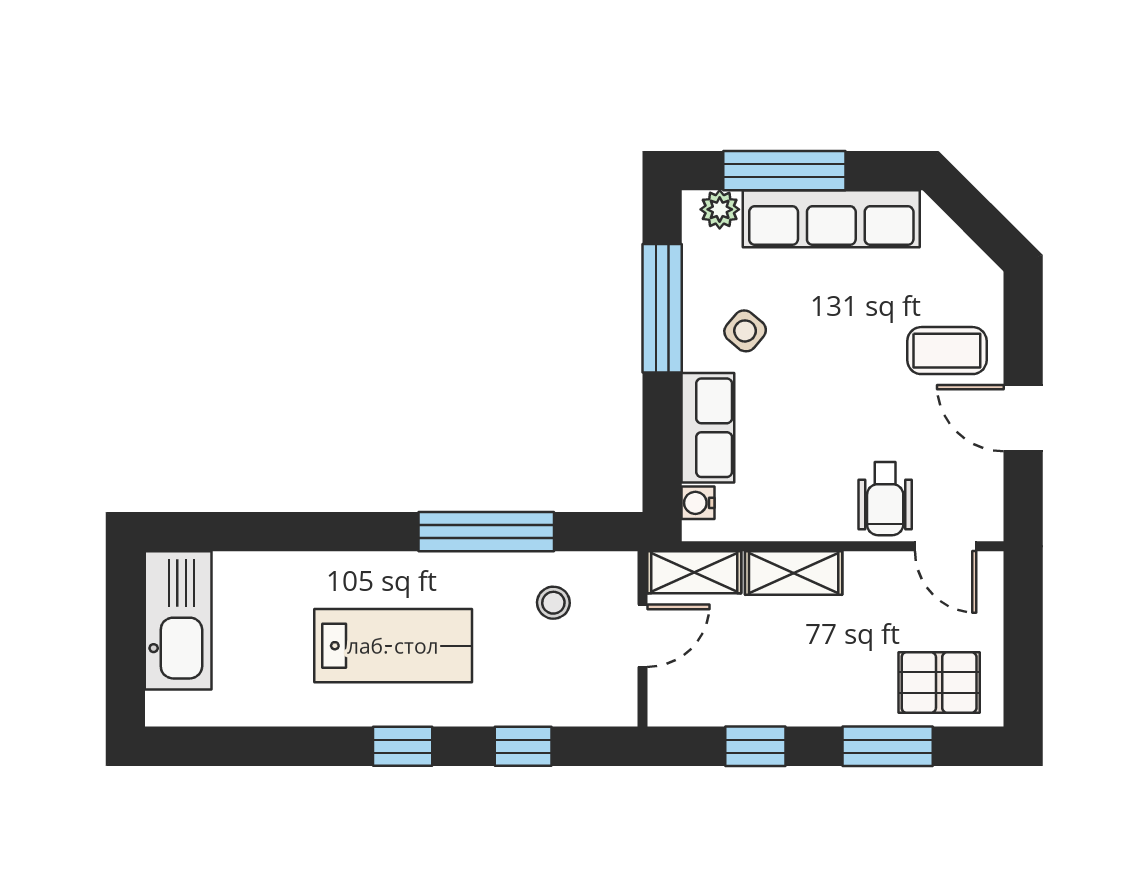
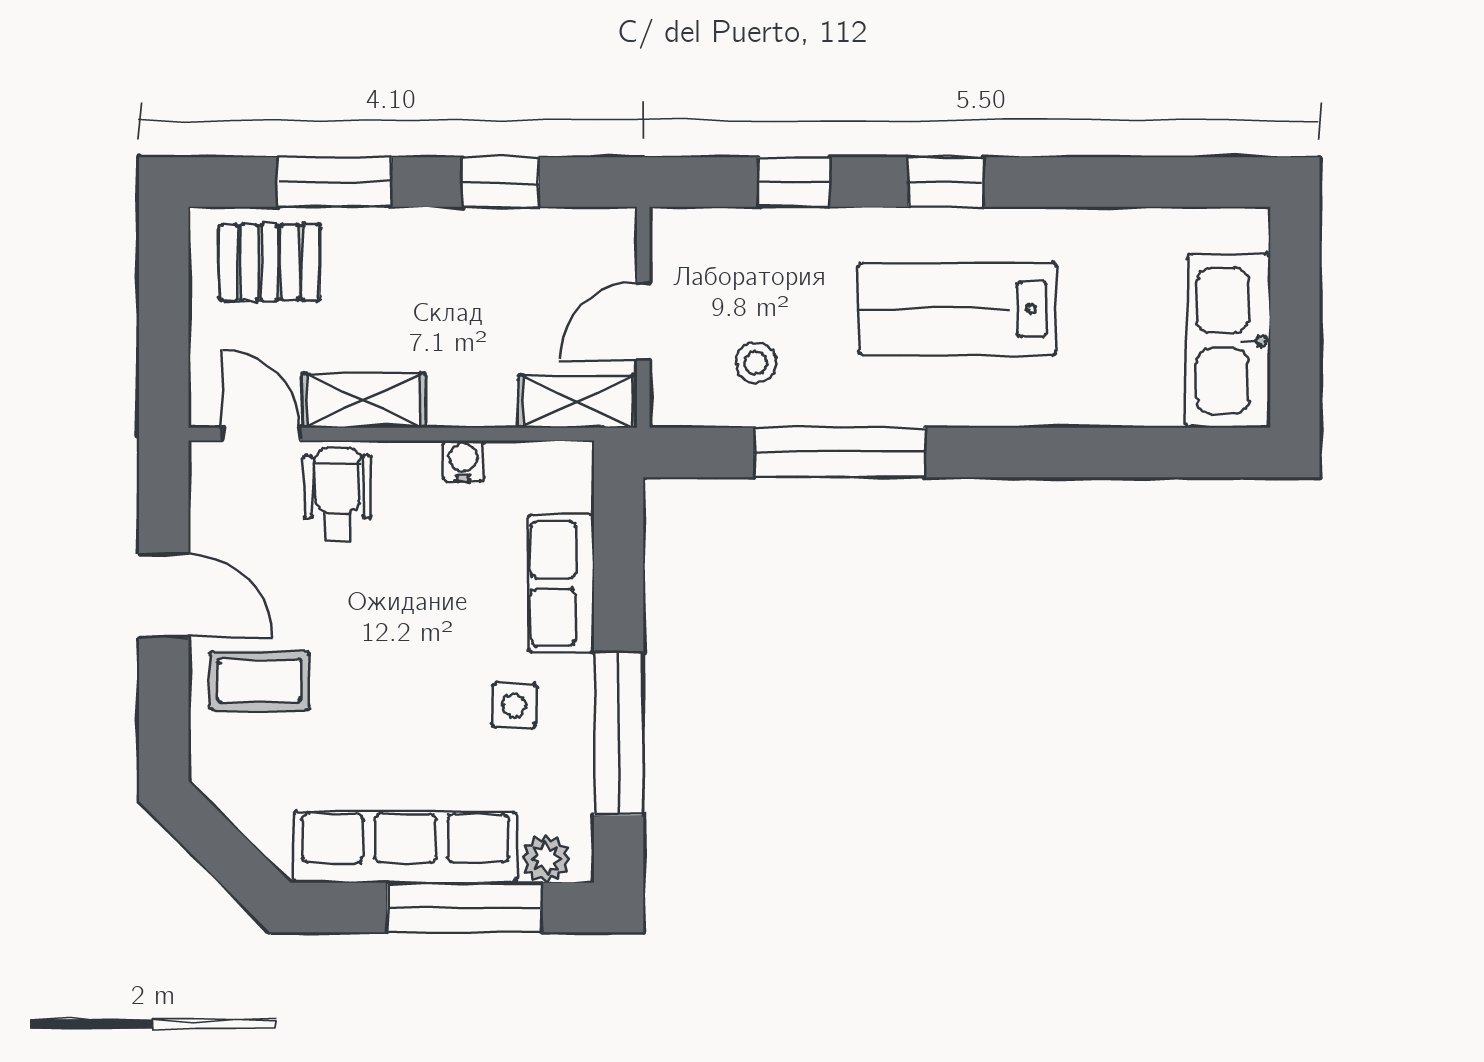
side table: (745, 331) -> (514, 705), turned -38
water cooler: (698, 503) -> (463, 461), moved, turned -90
shelving: (794, 573) -> (364, 400), moved

